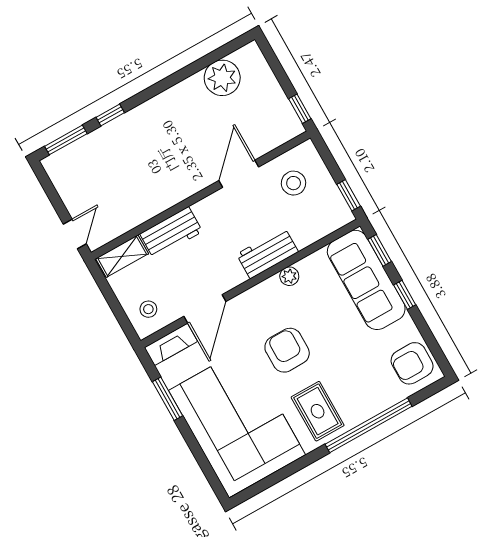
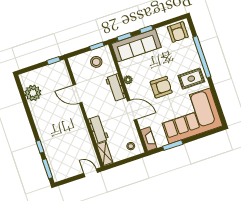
stool: (294, 183) -> (96, 62), moved
door: (205, 309) -> (132, 110), moved
armchair: (287, 350) -> (161, 87), turned 180

